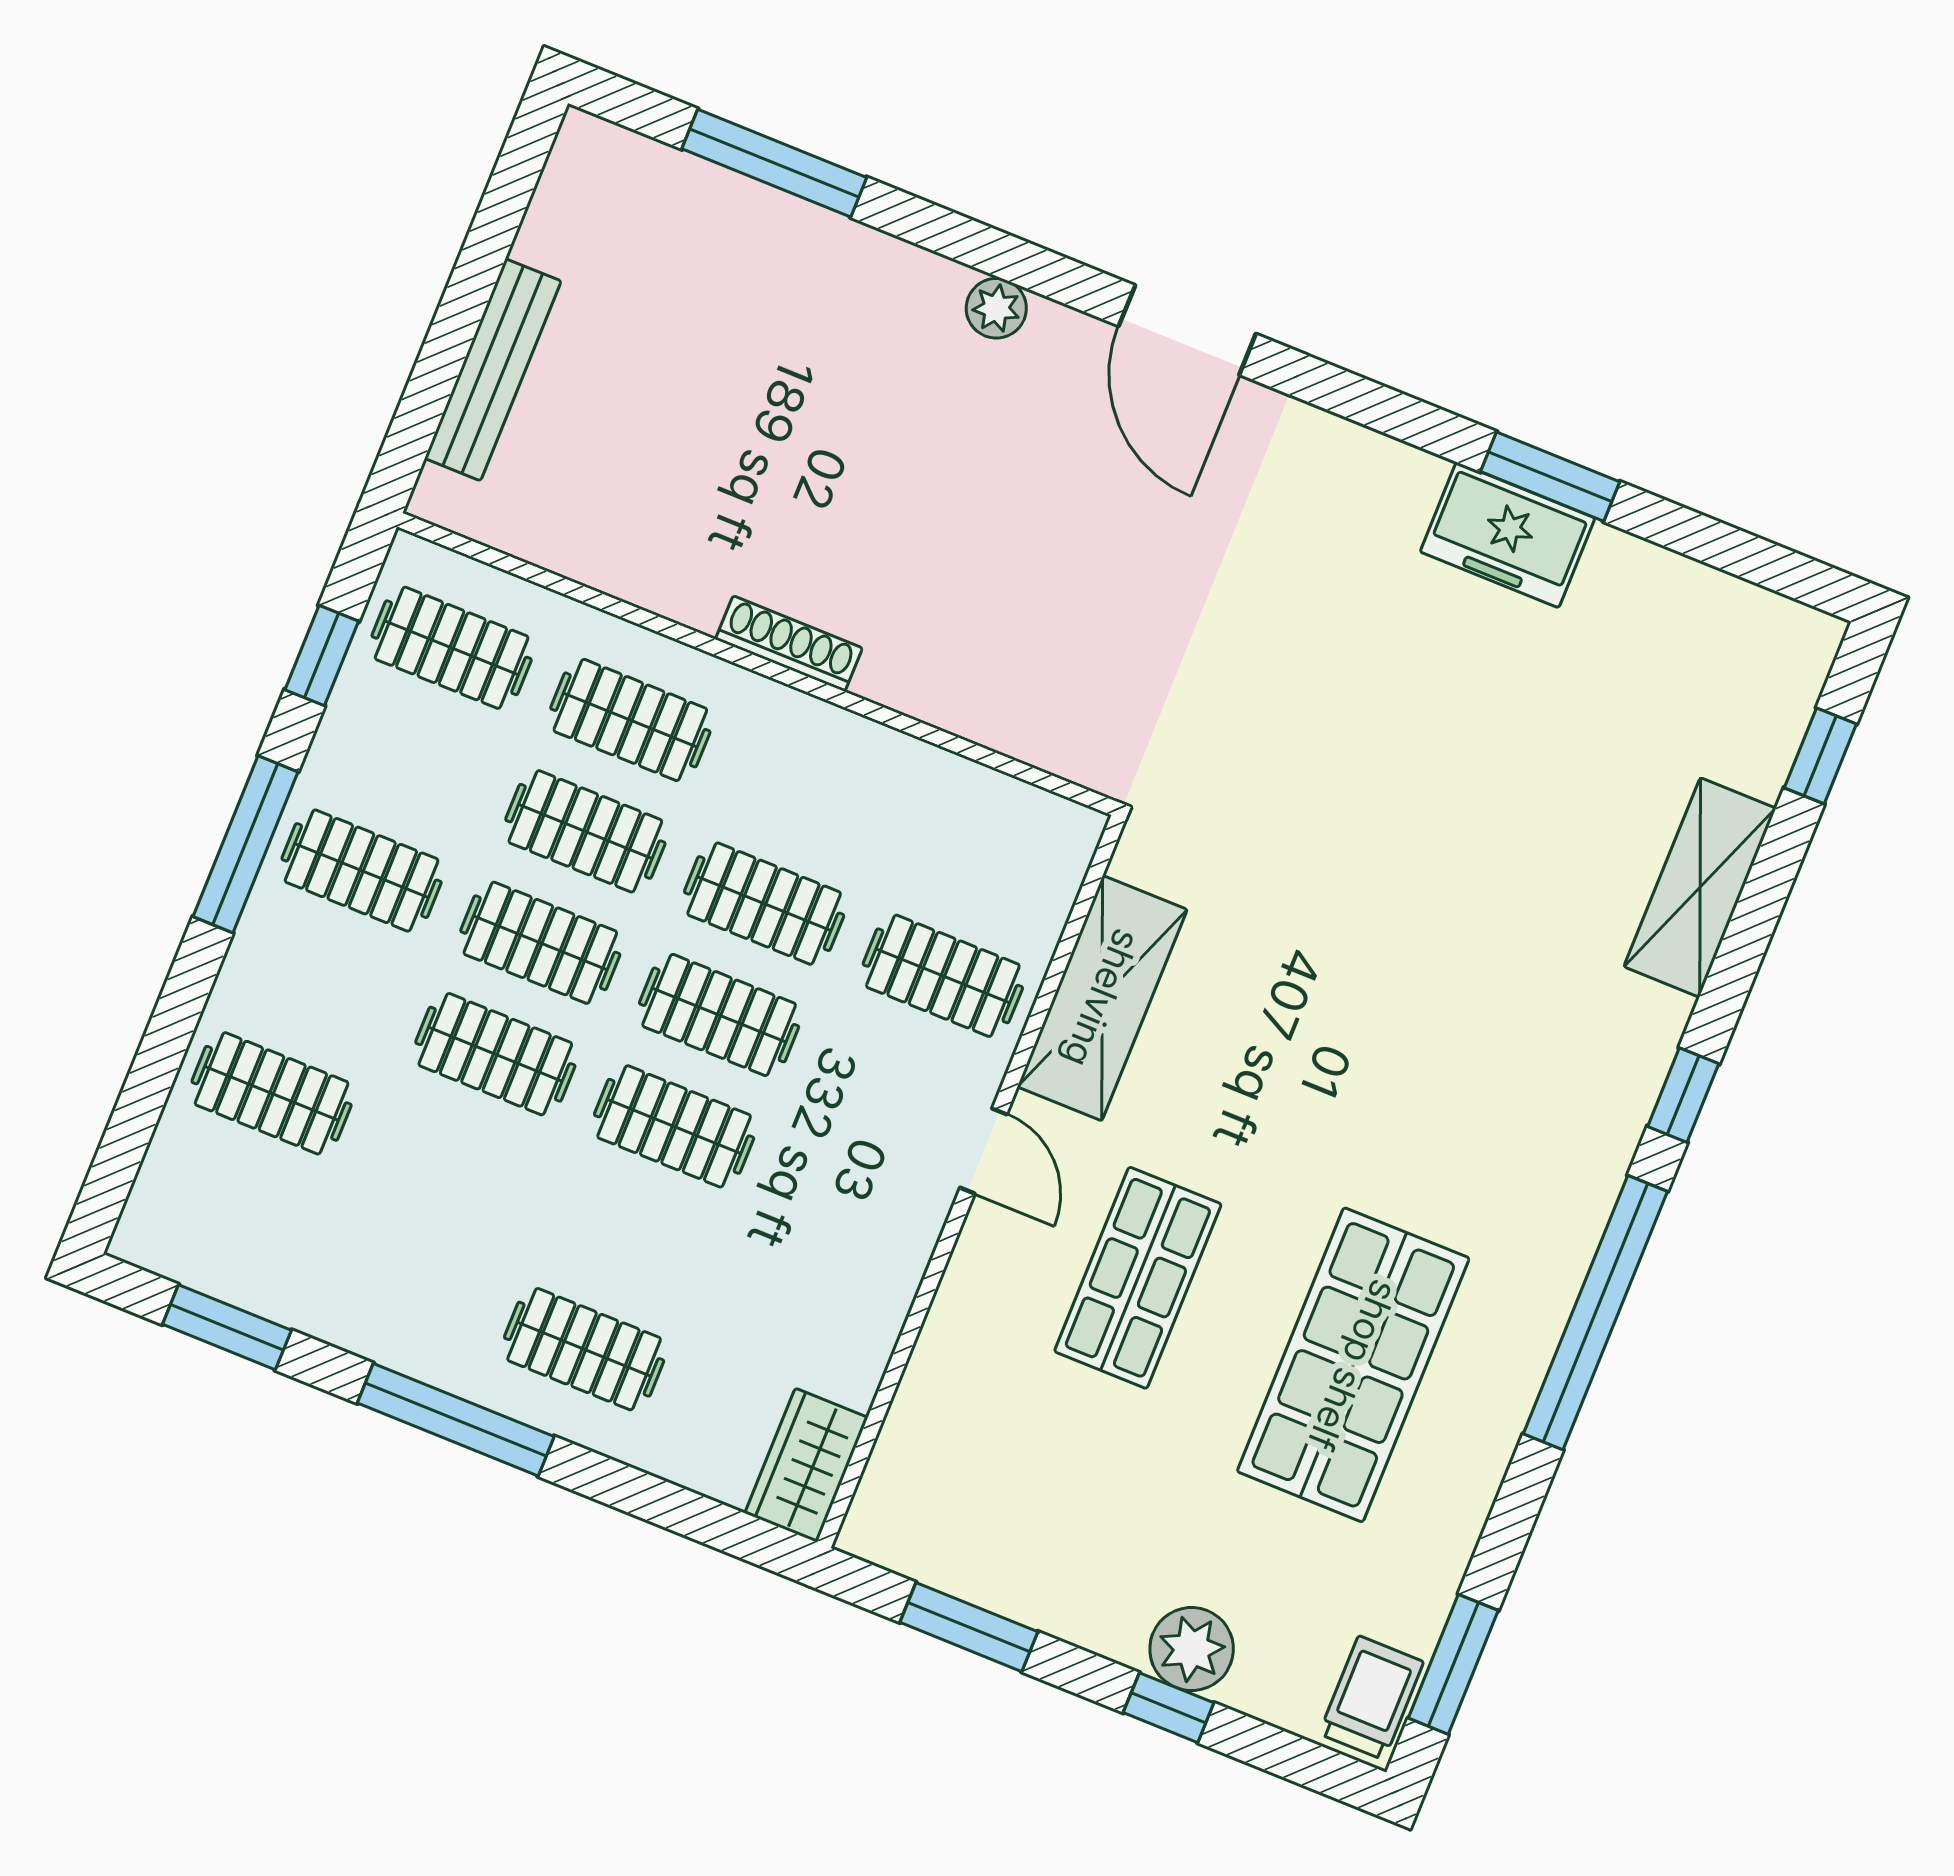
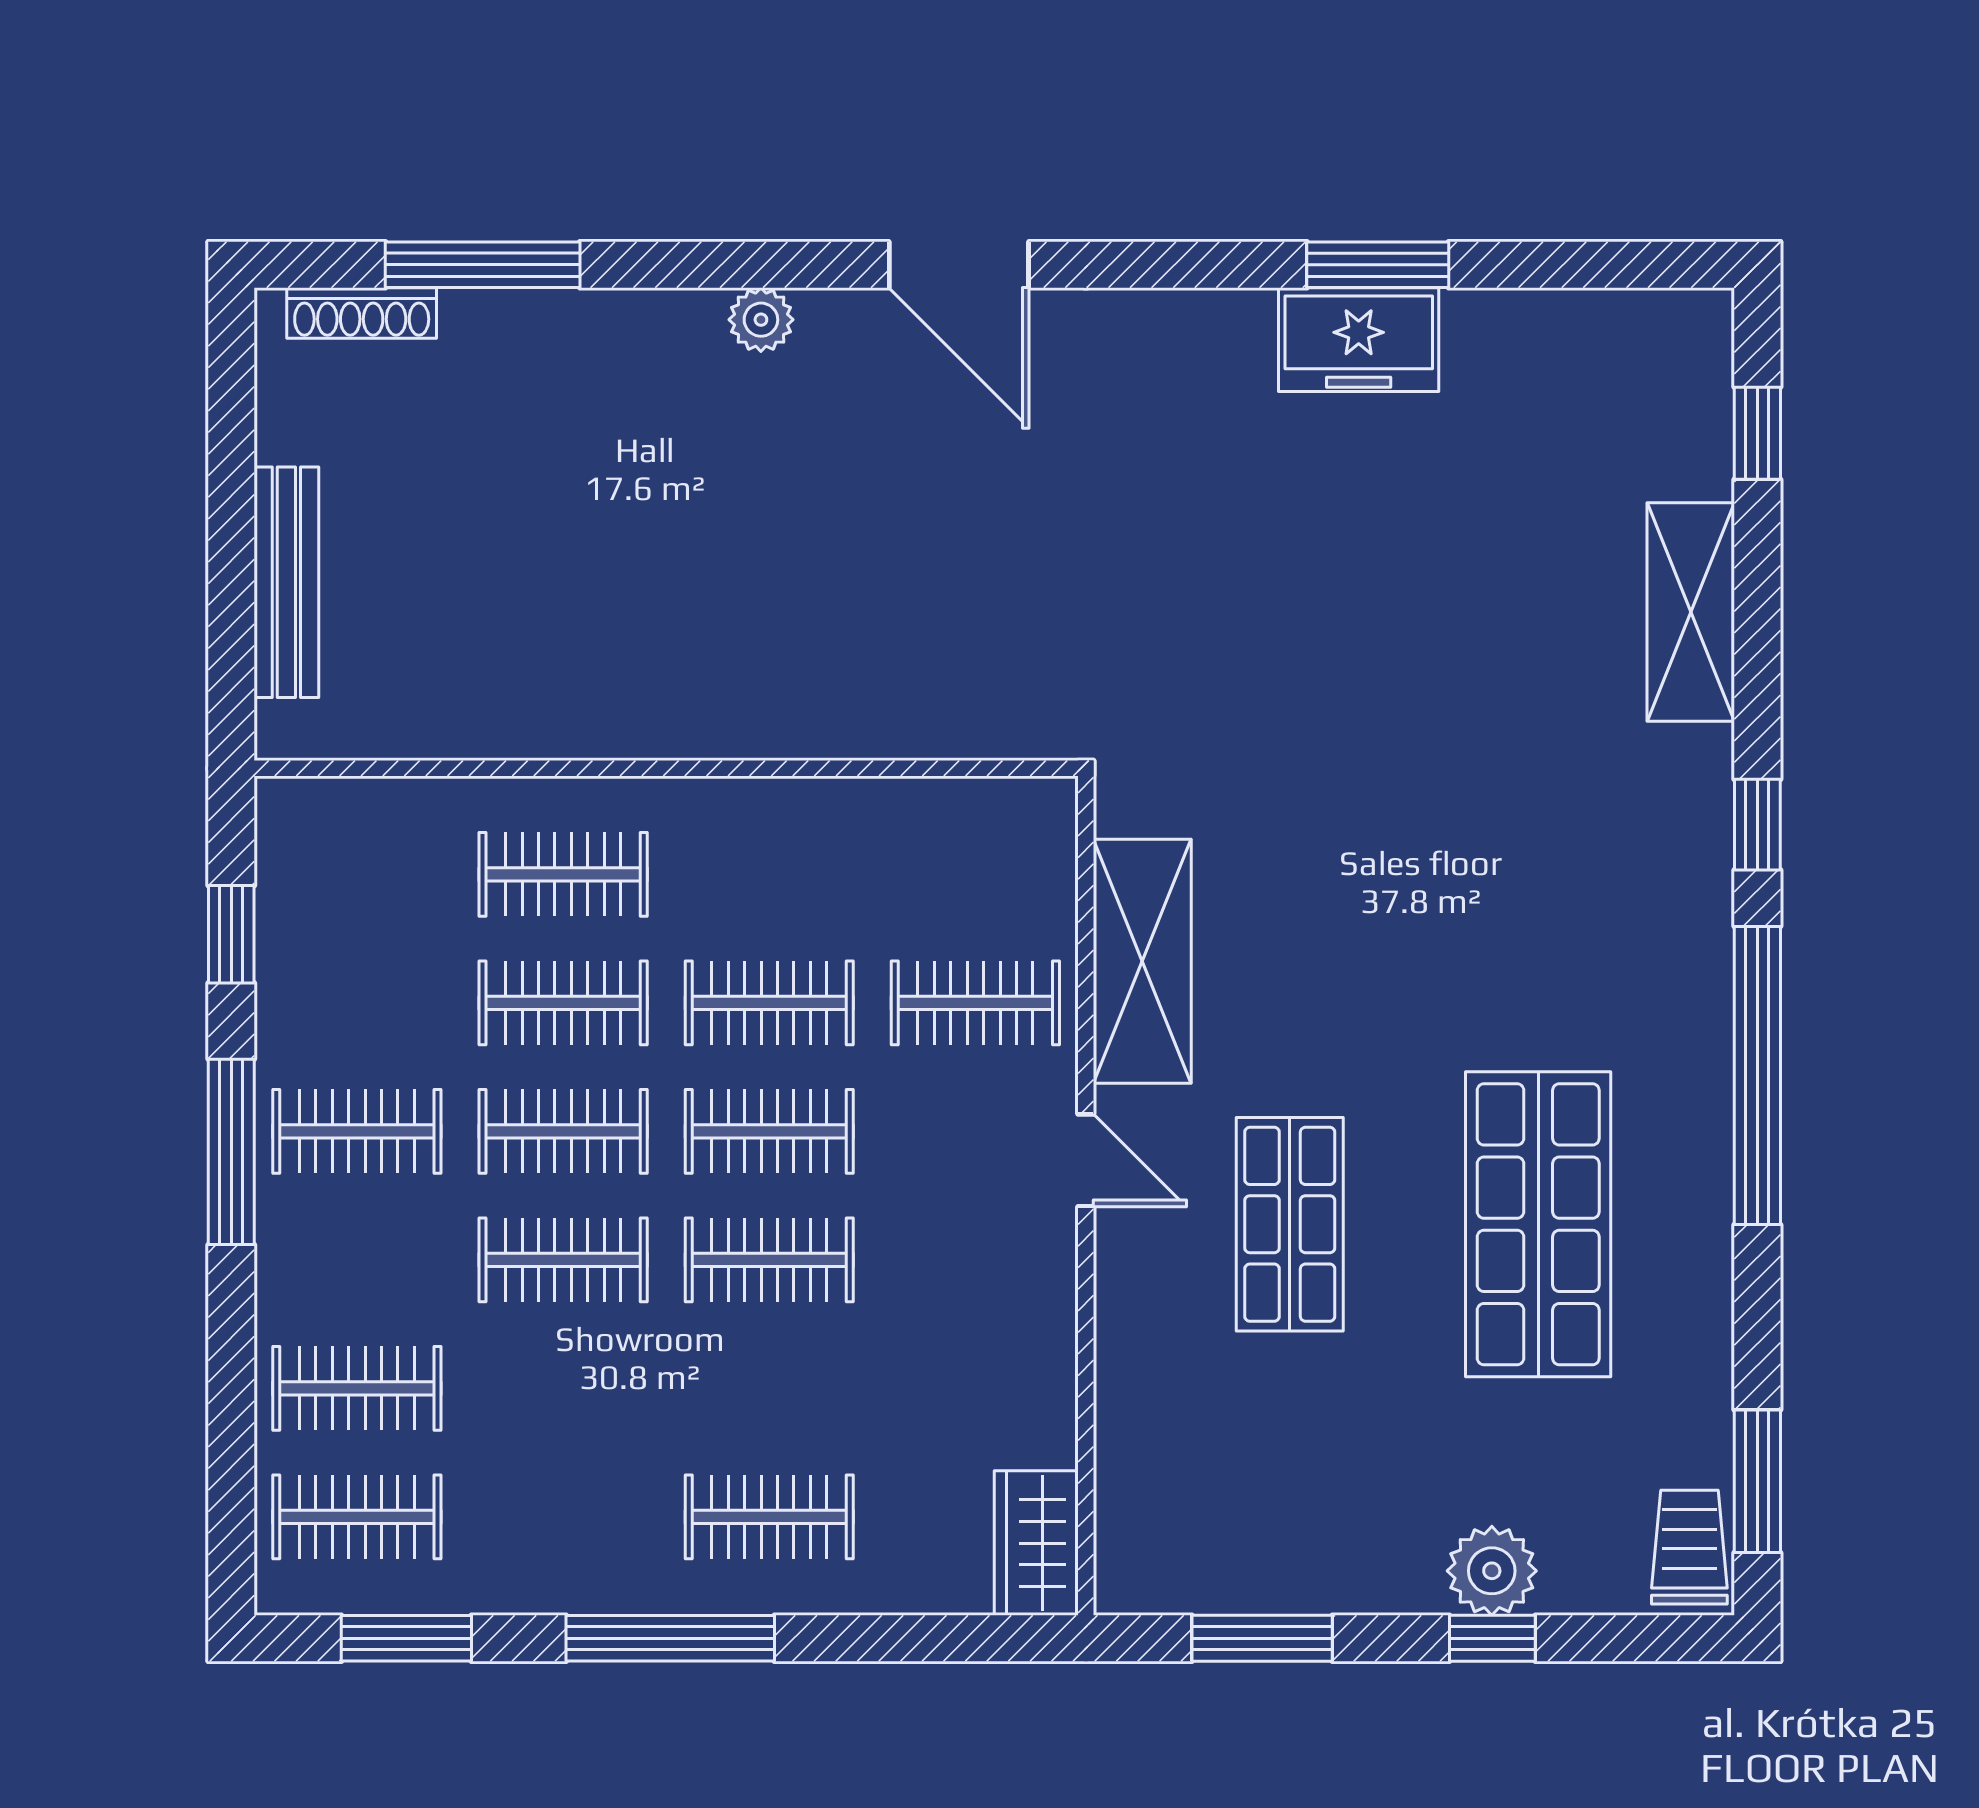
shoe rack: (789, 644) -> (362, 313), moved, turned 180
clothes rail: (452, 648) -> (357, 1517), moved

